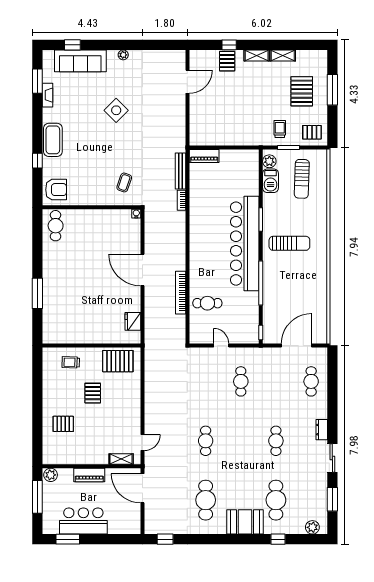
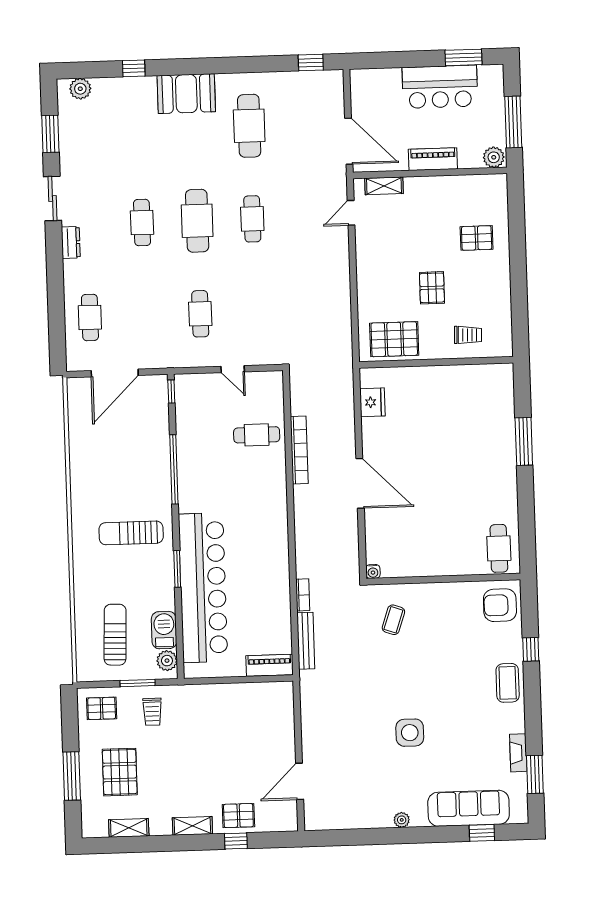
shelving: (283, 56) -> (129, 828), moved
pallet: (227, 61) -> (238, 816), turned 90
side table: (116, 110) -> (410, 733), turned 45
coffee table: (53, 140) -> (508, 683), width x0.73, depth x0.76
bar counter: (245, 244) -> (203, 588), moved
cafe table: (276, 500) -> (197, 221), moved

